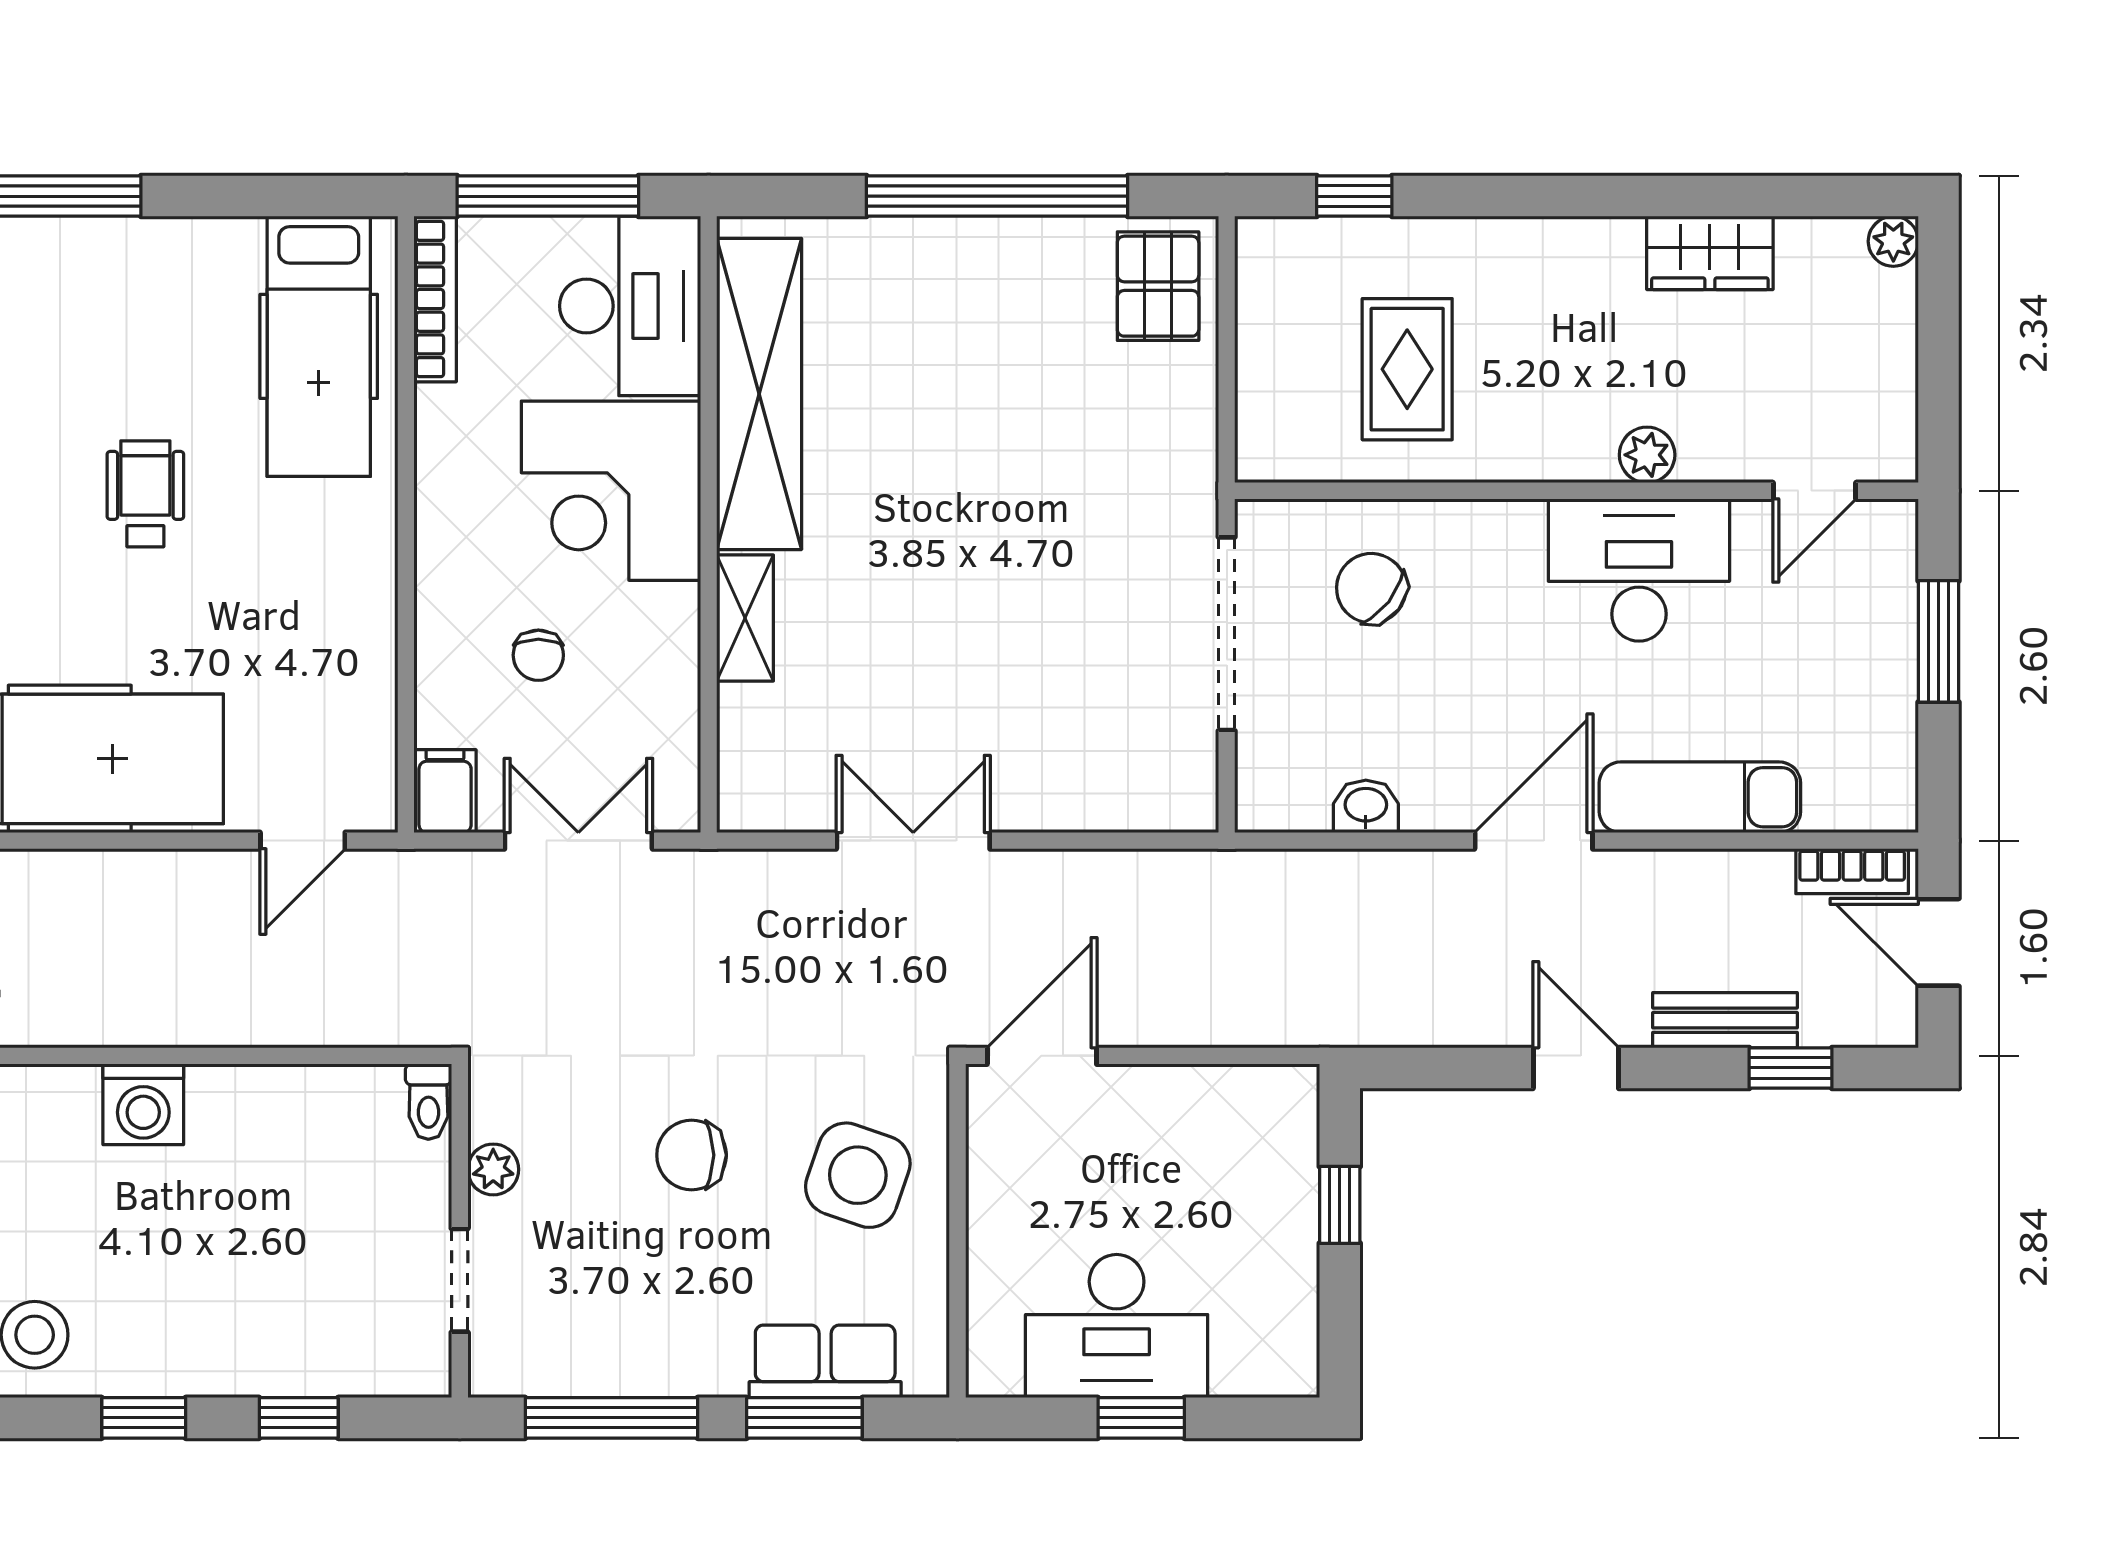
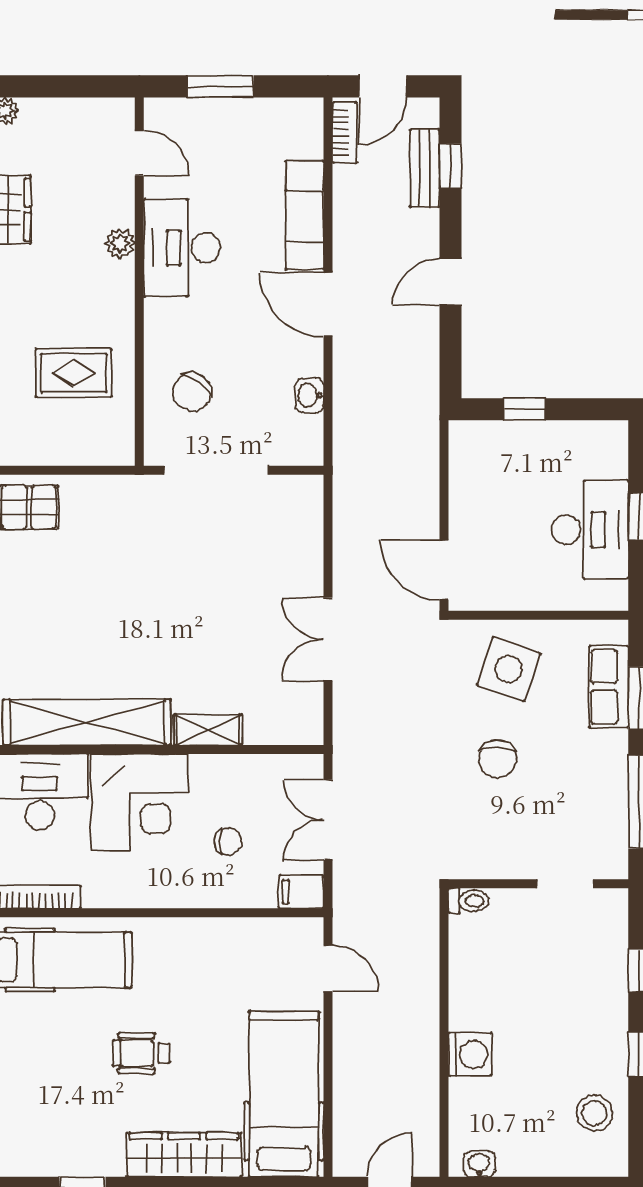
bench: (1725, 1020) -> (425, 168), moved
plant: (493, 1169) -> (505, 866), removed

